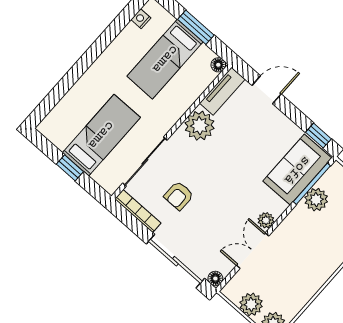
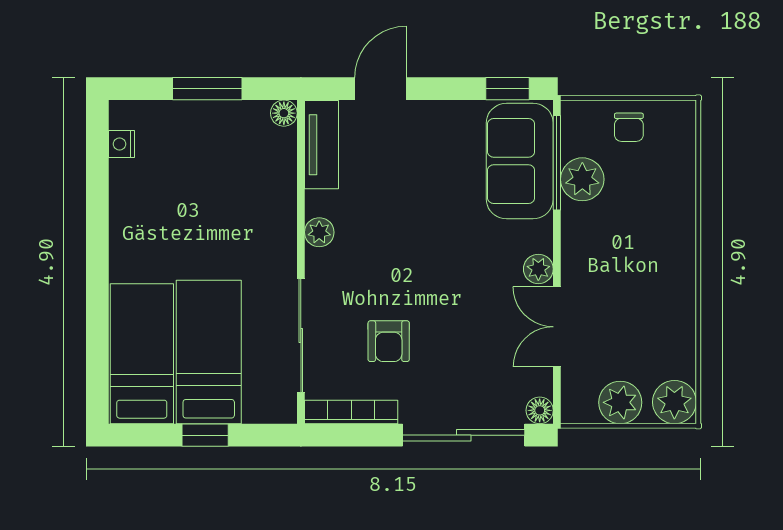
bed: (165, 59) -> (142, 354), moved, turned 180
plant: (200, 126) -> (319, 232), width x0.53, depth x0.53

